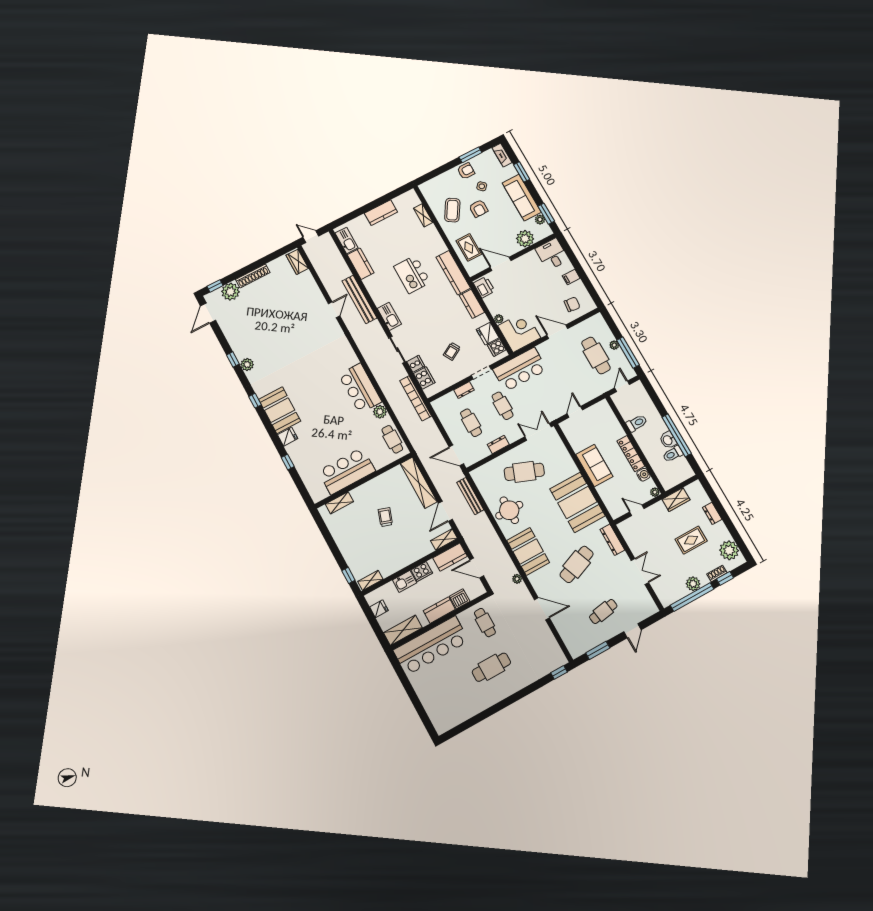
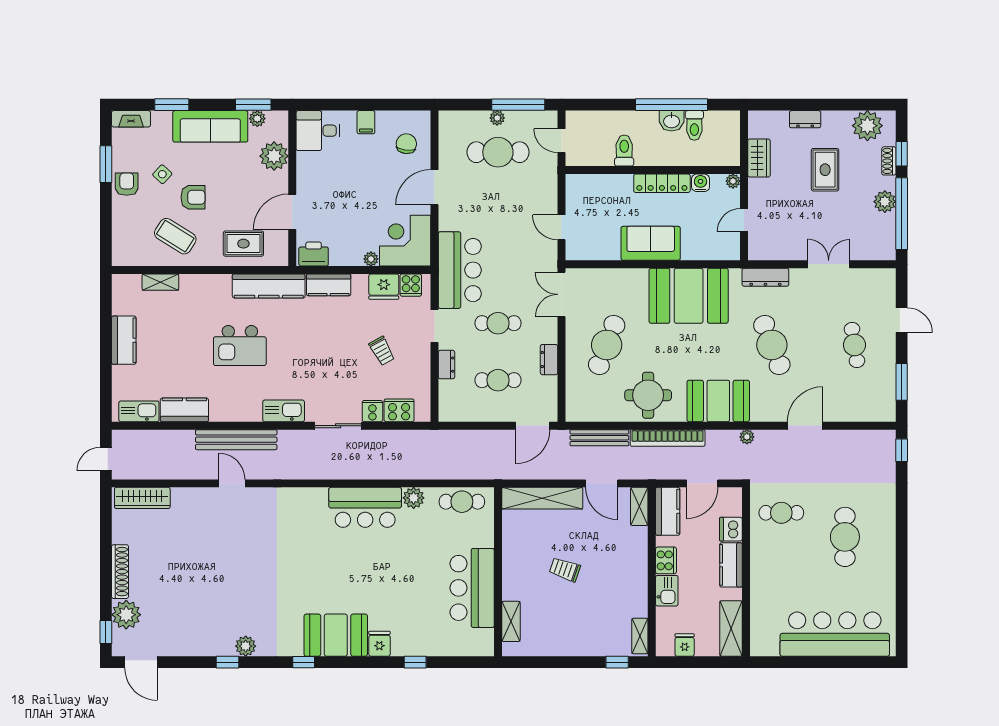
wardrobe: (297, 262) -> (142, 498), width x1.50
bookcase: (416, 398) -> (668, 438), moved
bar counter: (431, 646) -> (835, 634), moved, turned -90

